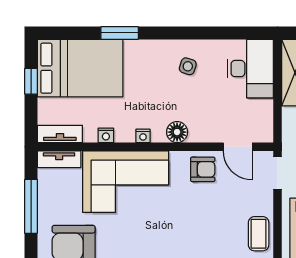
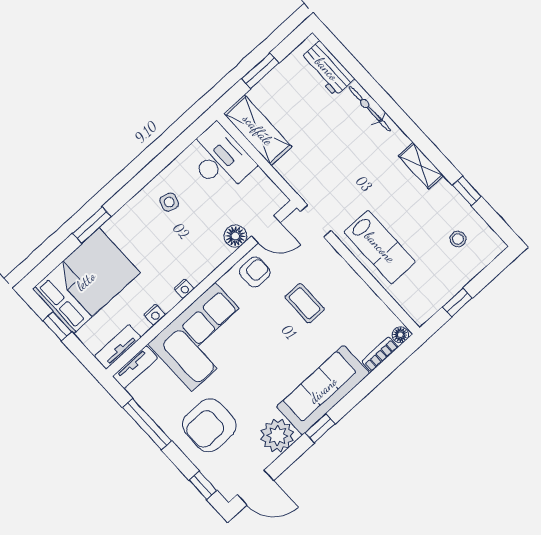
floor lamp: (177, 132) -> (235, 236), moved
coffee table: (259, 234) -> (305, 303), moved

